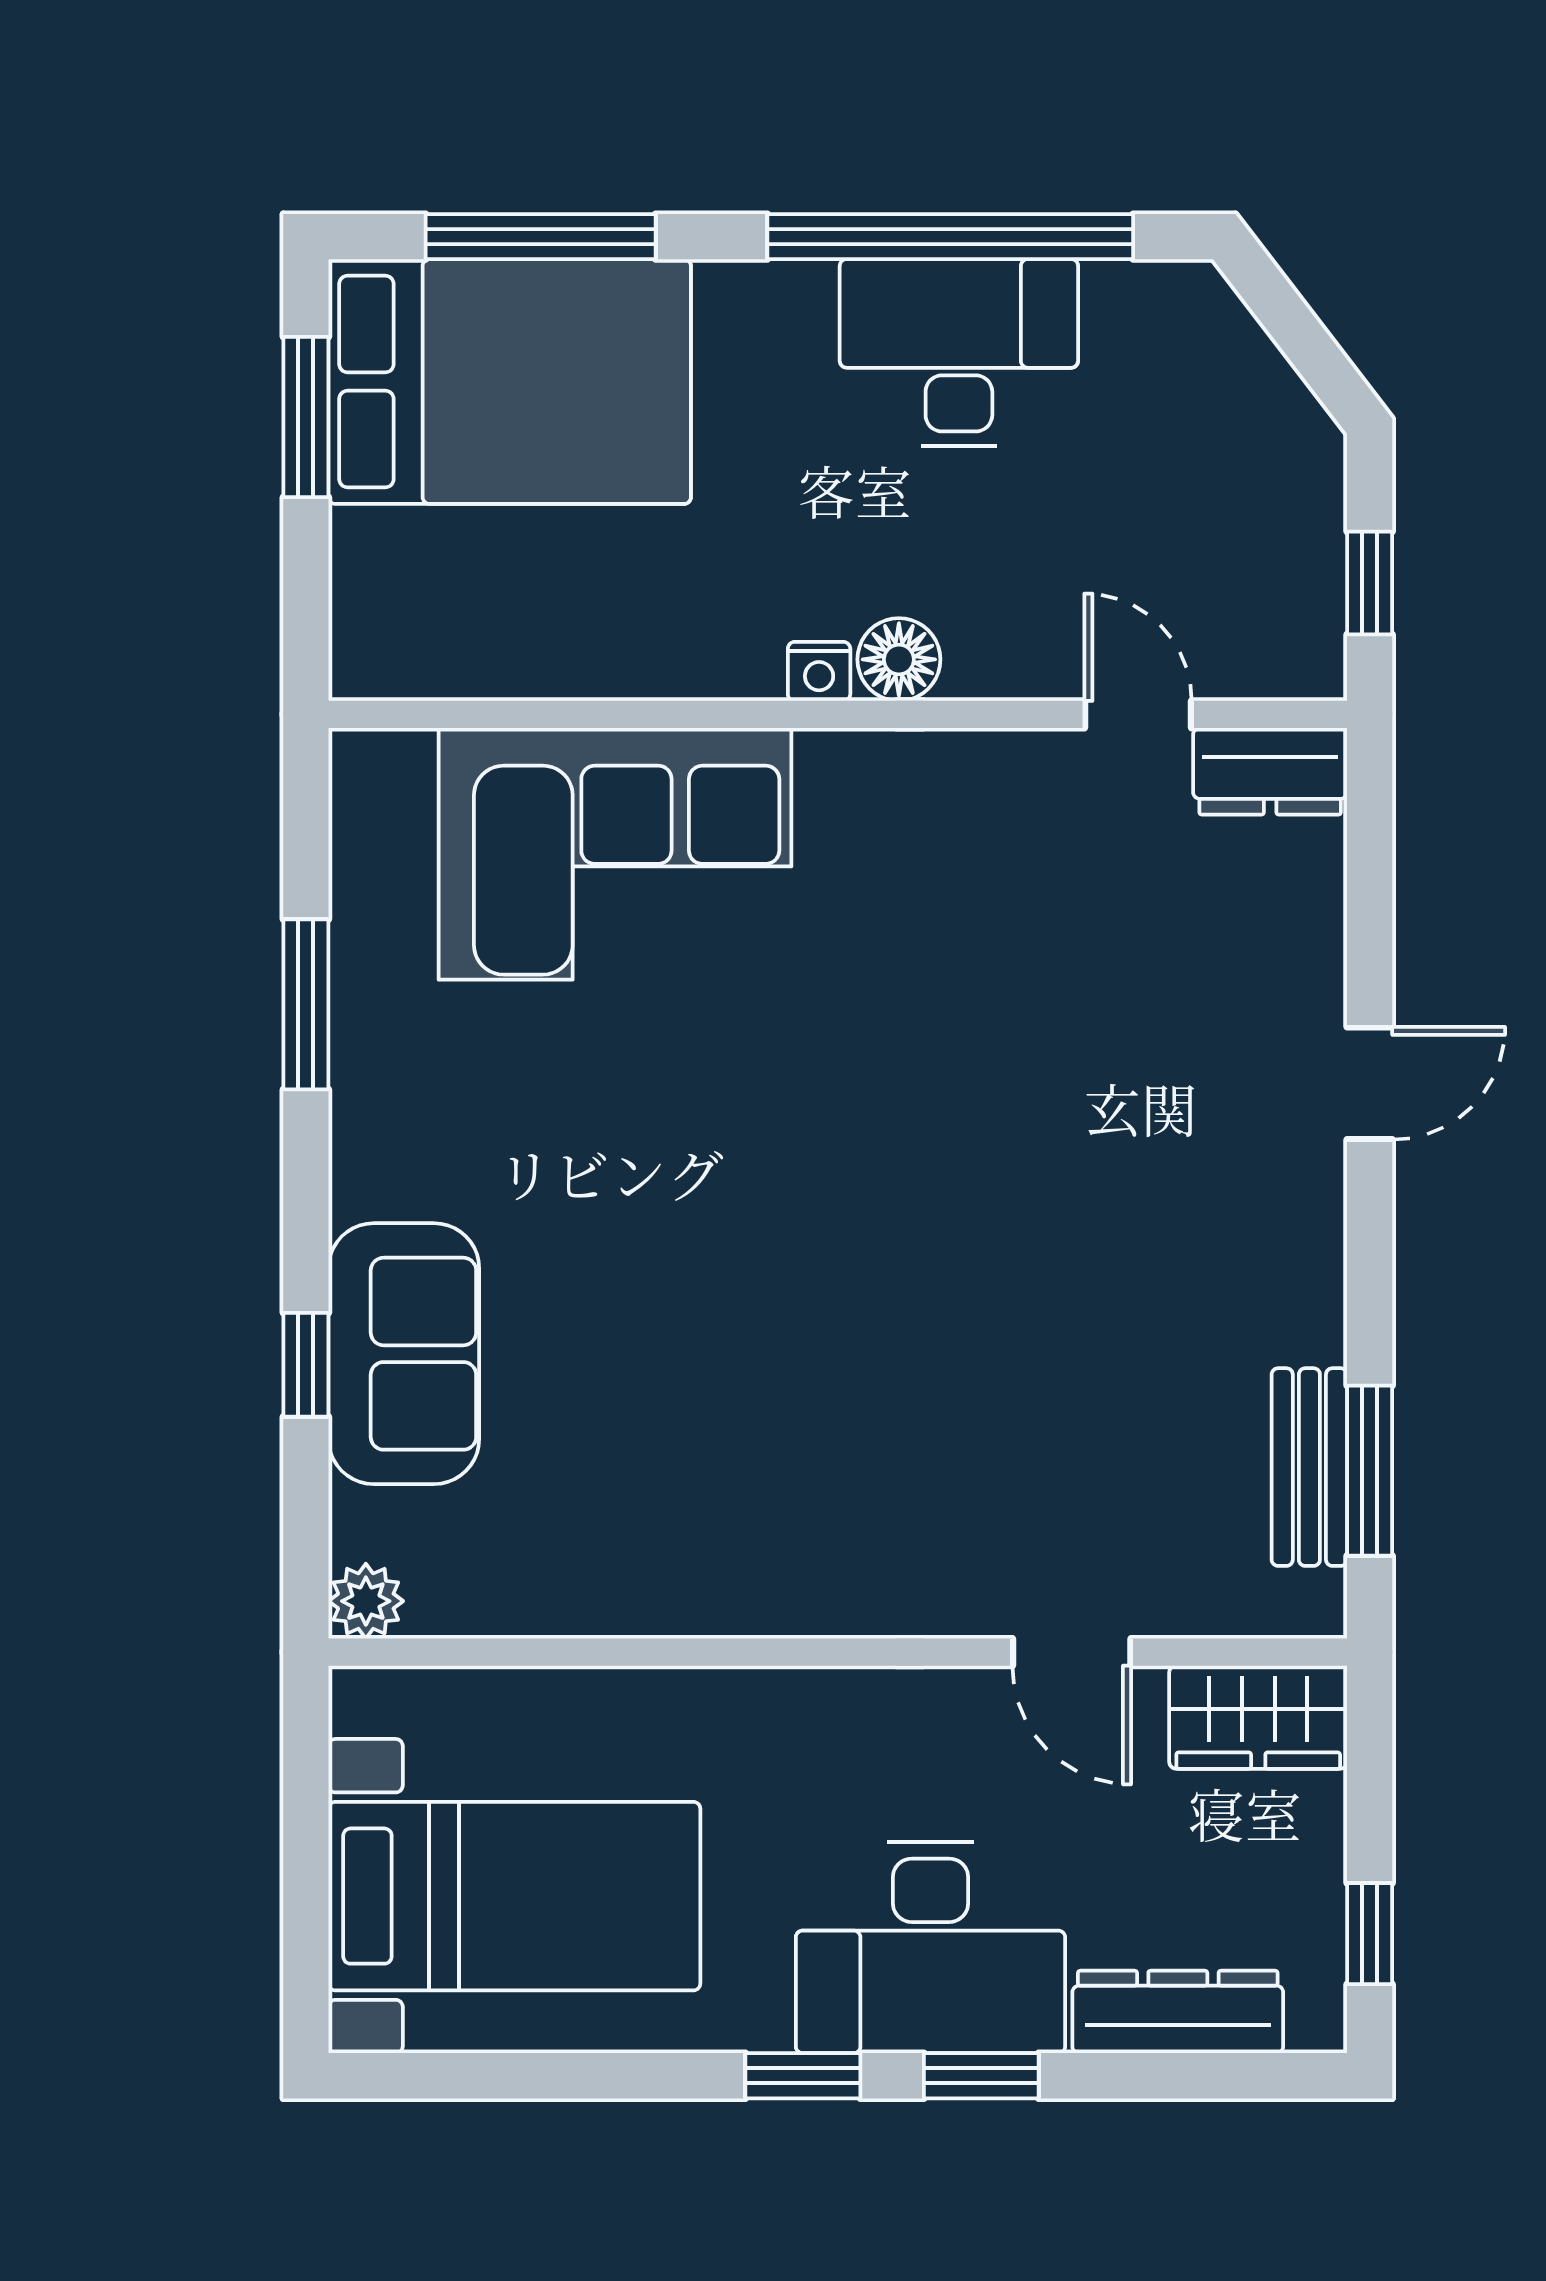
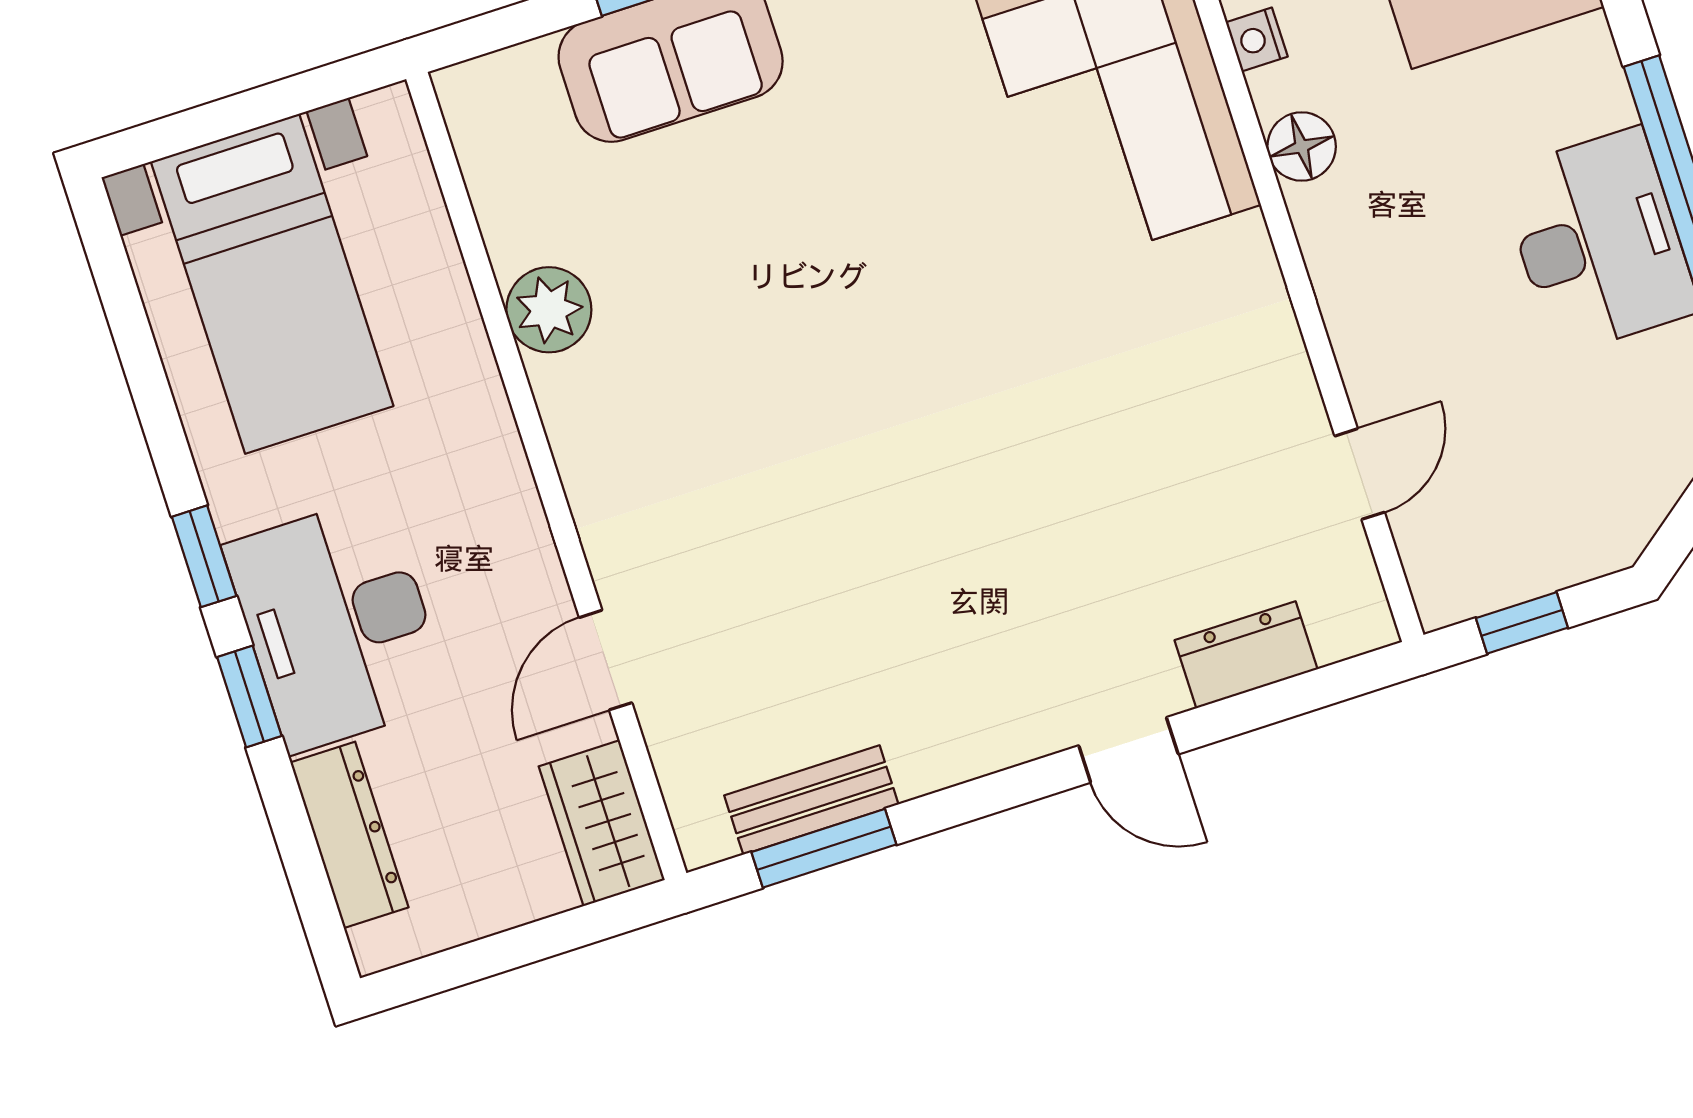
floor lamp: (899, 659) -> (1302, 146), moved
nightstand: (819, 671) -> (1257, 39), moved
dresser: (1270, 771) -> (1246, 655), moved, turned 90
plant: (366, 1601) -> (549, 310), moved, width x1.38, depth x1.38
window: (1370, 1934) -> (460, 966), removed

